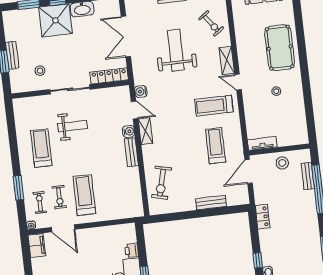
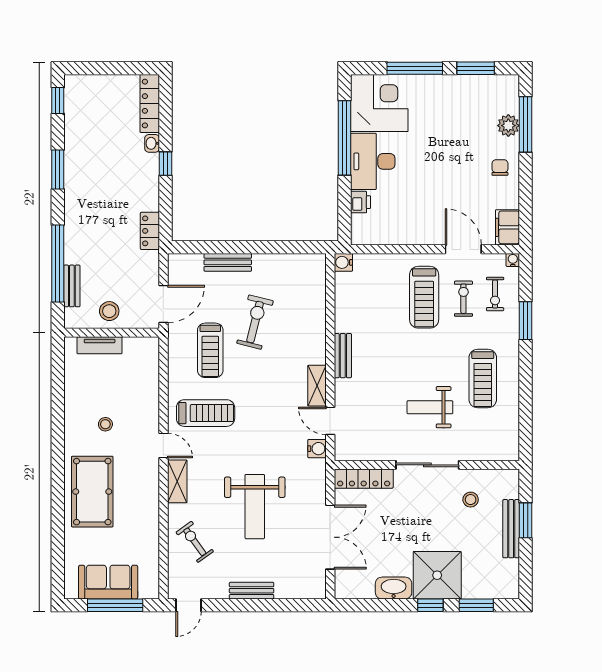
bench: (12, 55) -> (511, 529), width x1.36
water cooler: (129, 131) -> (343, 262), moved
tv unit: (262, 143) -> (100, 345), moved
exercise bike: (161, 183) -> (255, 322), moved

